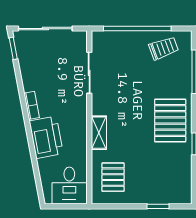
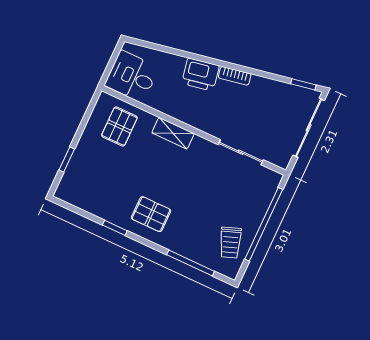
pallet: (170, 120) -> (151, 214), width x0.67, depth x0.71
printer: (46, 137) -> (200, 75), width x0.73, depth x0.84
pallet: (113, 177) -> (119, 126), turned 90

